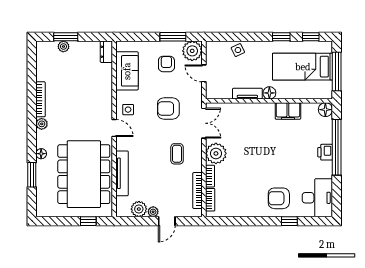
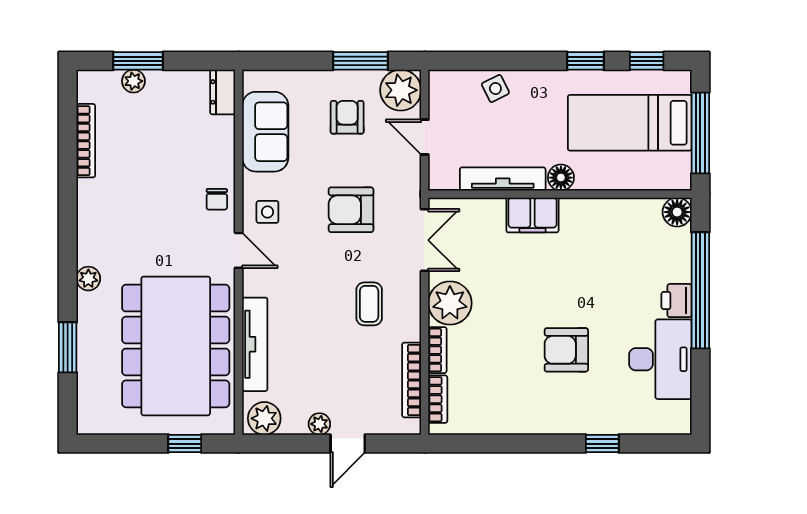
tv unit: (247, 94) -> (503, 179), width x1.41
bookcase: (41, 99) -> (86, 141), moved
chair: (104, 103) -> (217, 199), added
filing cabinet: (288, 111) -> (532, 215), moved
plant: (42, 124) -> (88, 279), moved
floor lamp: (41, 154) -> (87, 304), removed
armchair: (279, 198) -> (566, 350), moved
desk: (317, 198) -> (660, 359), moved
plant: (139, 209) -> (264, 418), moved

